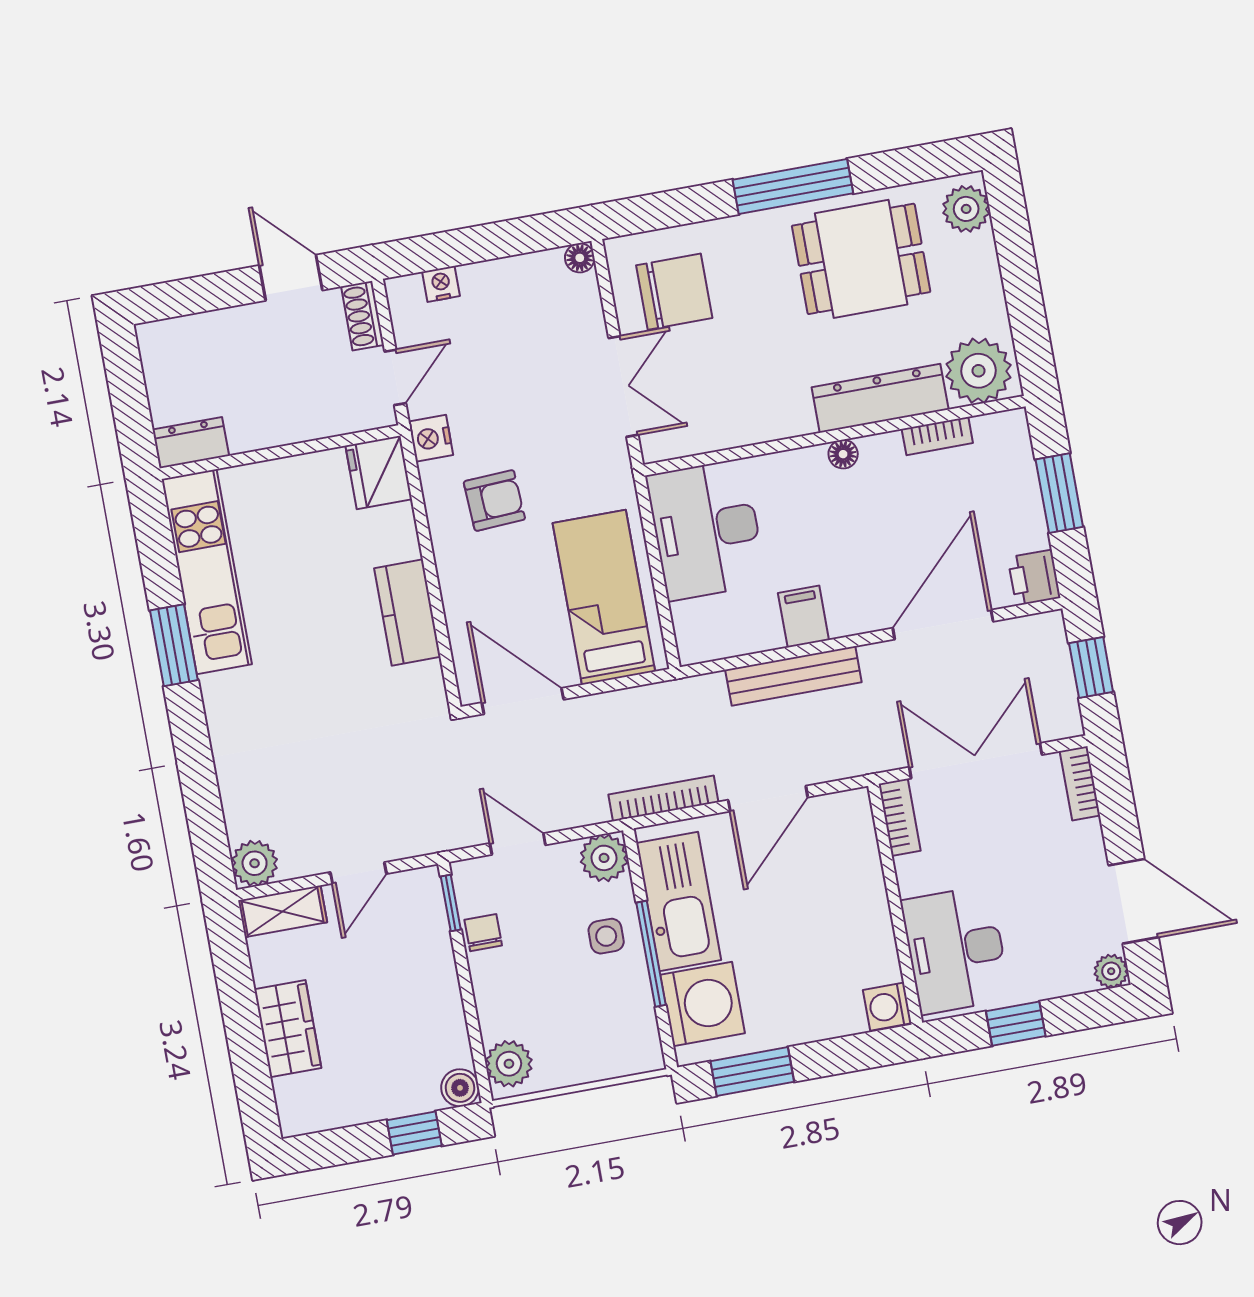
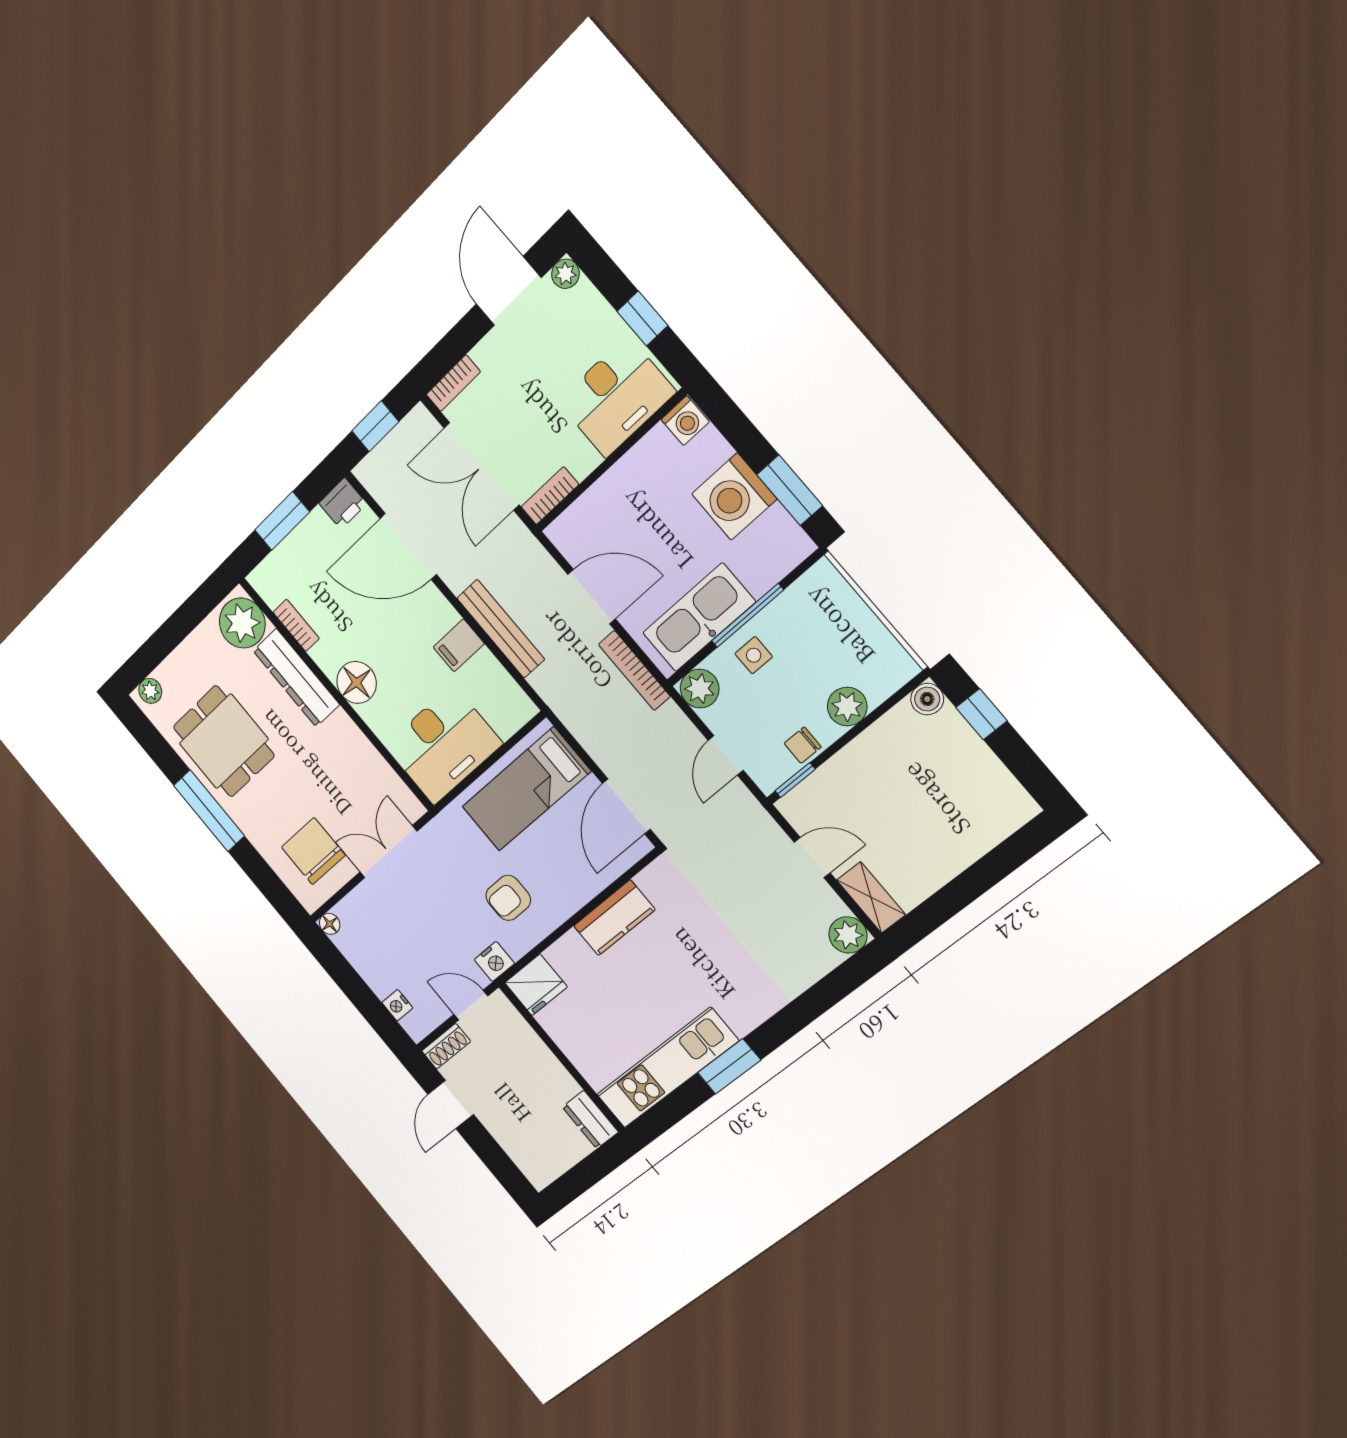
plant: (966, 209) -> (150, 691), width x0.73, depth x0.73
floor lamp: (843, 454) -> (357, 682), width x1.89, depth x1.89
armchair: (494, 500) -> (508, 898), turned -87
washing machine: (702, 1004) -> (734, 497), moved, turned -90
wardrobe: (288, 1029) -> (956, 849), removed
plant: (509, 1064) -> (847, 707), moved

